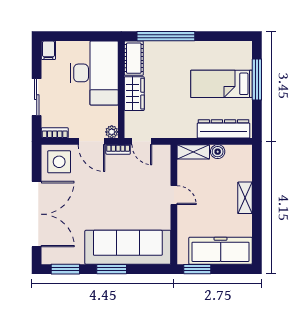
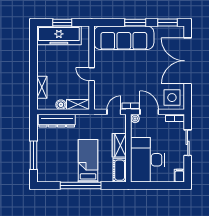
window: (166, 36) -> (81, 186), moved
bed: (222, 84) -> (88, 161), moved, turned -90
door: (142, 141) -> (114, 112), hinge flipped
shelving: (245, 198) -> (42, 87), moved
window: (197, 269) -> (62, 22), moved

